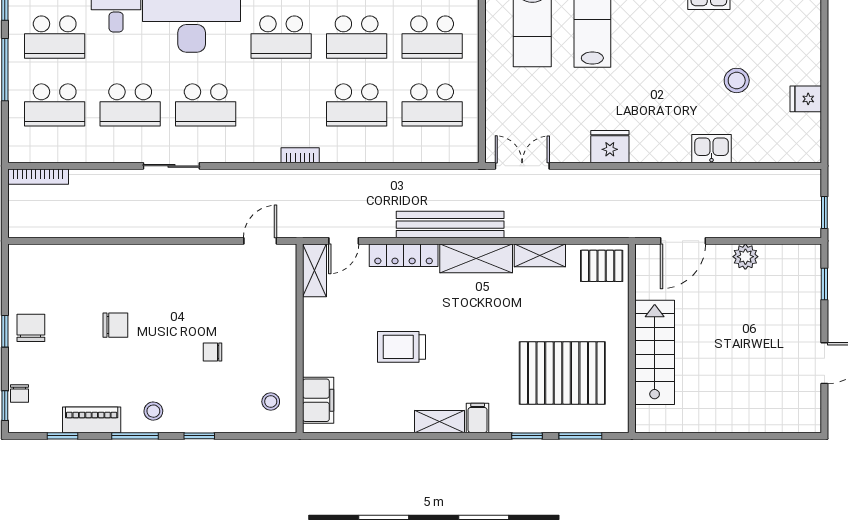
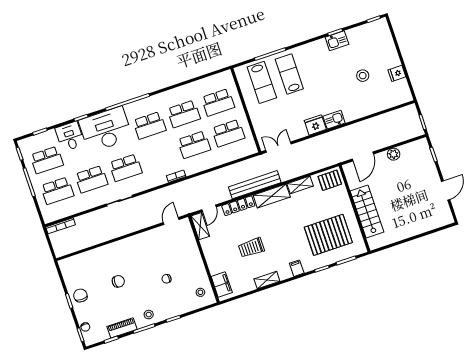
kitchen sink: (712, 149) -> (334, 120), moved
shelving: (440, 422) -> (267, 280), moved

